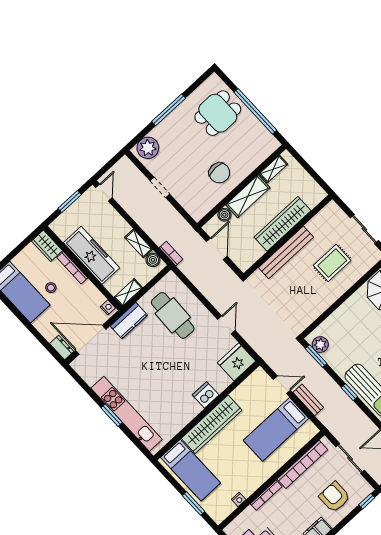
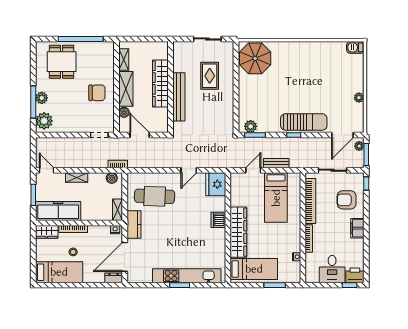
window: (169, 110) -> (33, 102), moved
plant: (167, 126) -> (42, 98), added
doorway: (160, 187) -> (99, 135), moved
shelving: (138, 243) -> (77, 178), moved
freezer: (92, 255) -> (58, 211), moved
door: (226, 325) -> (189, 170), swing flipped

